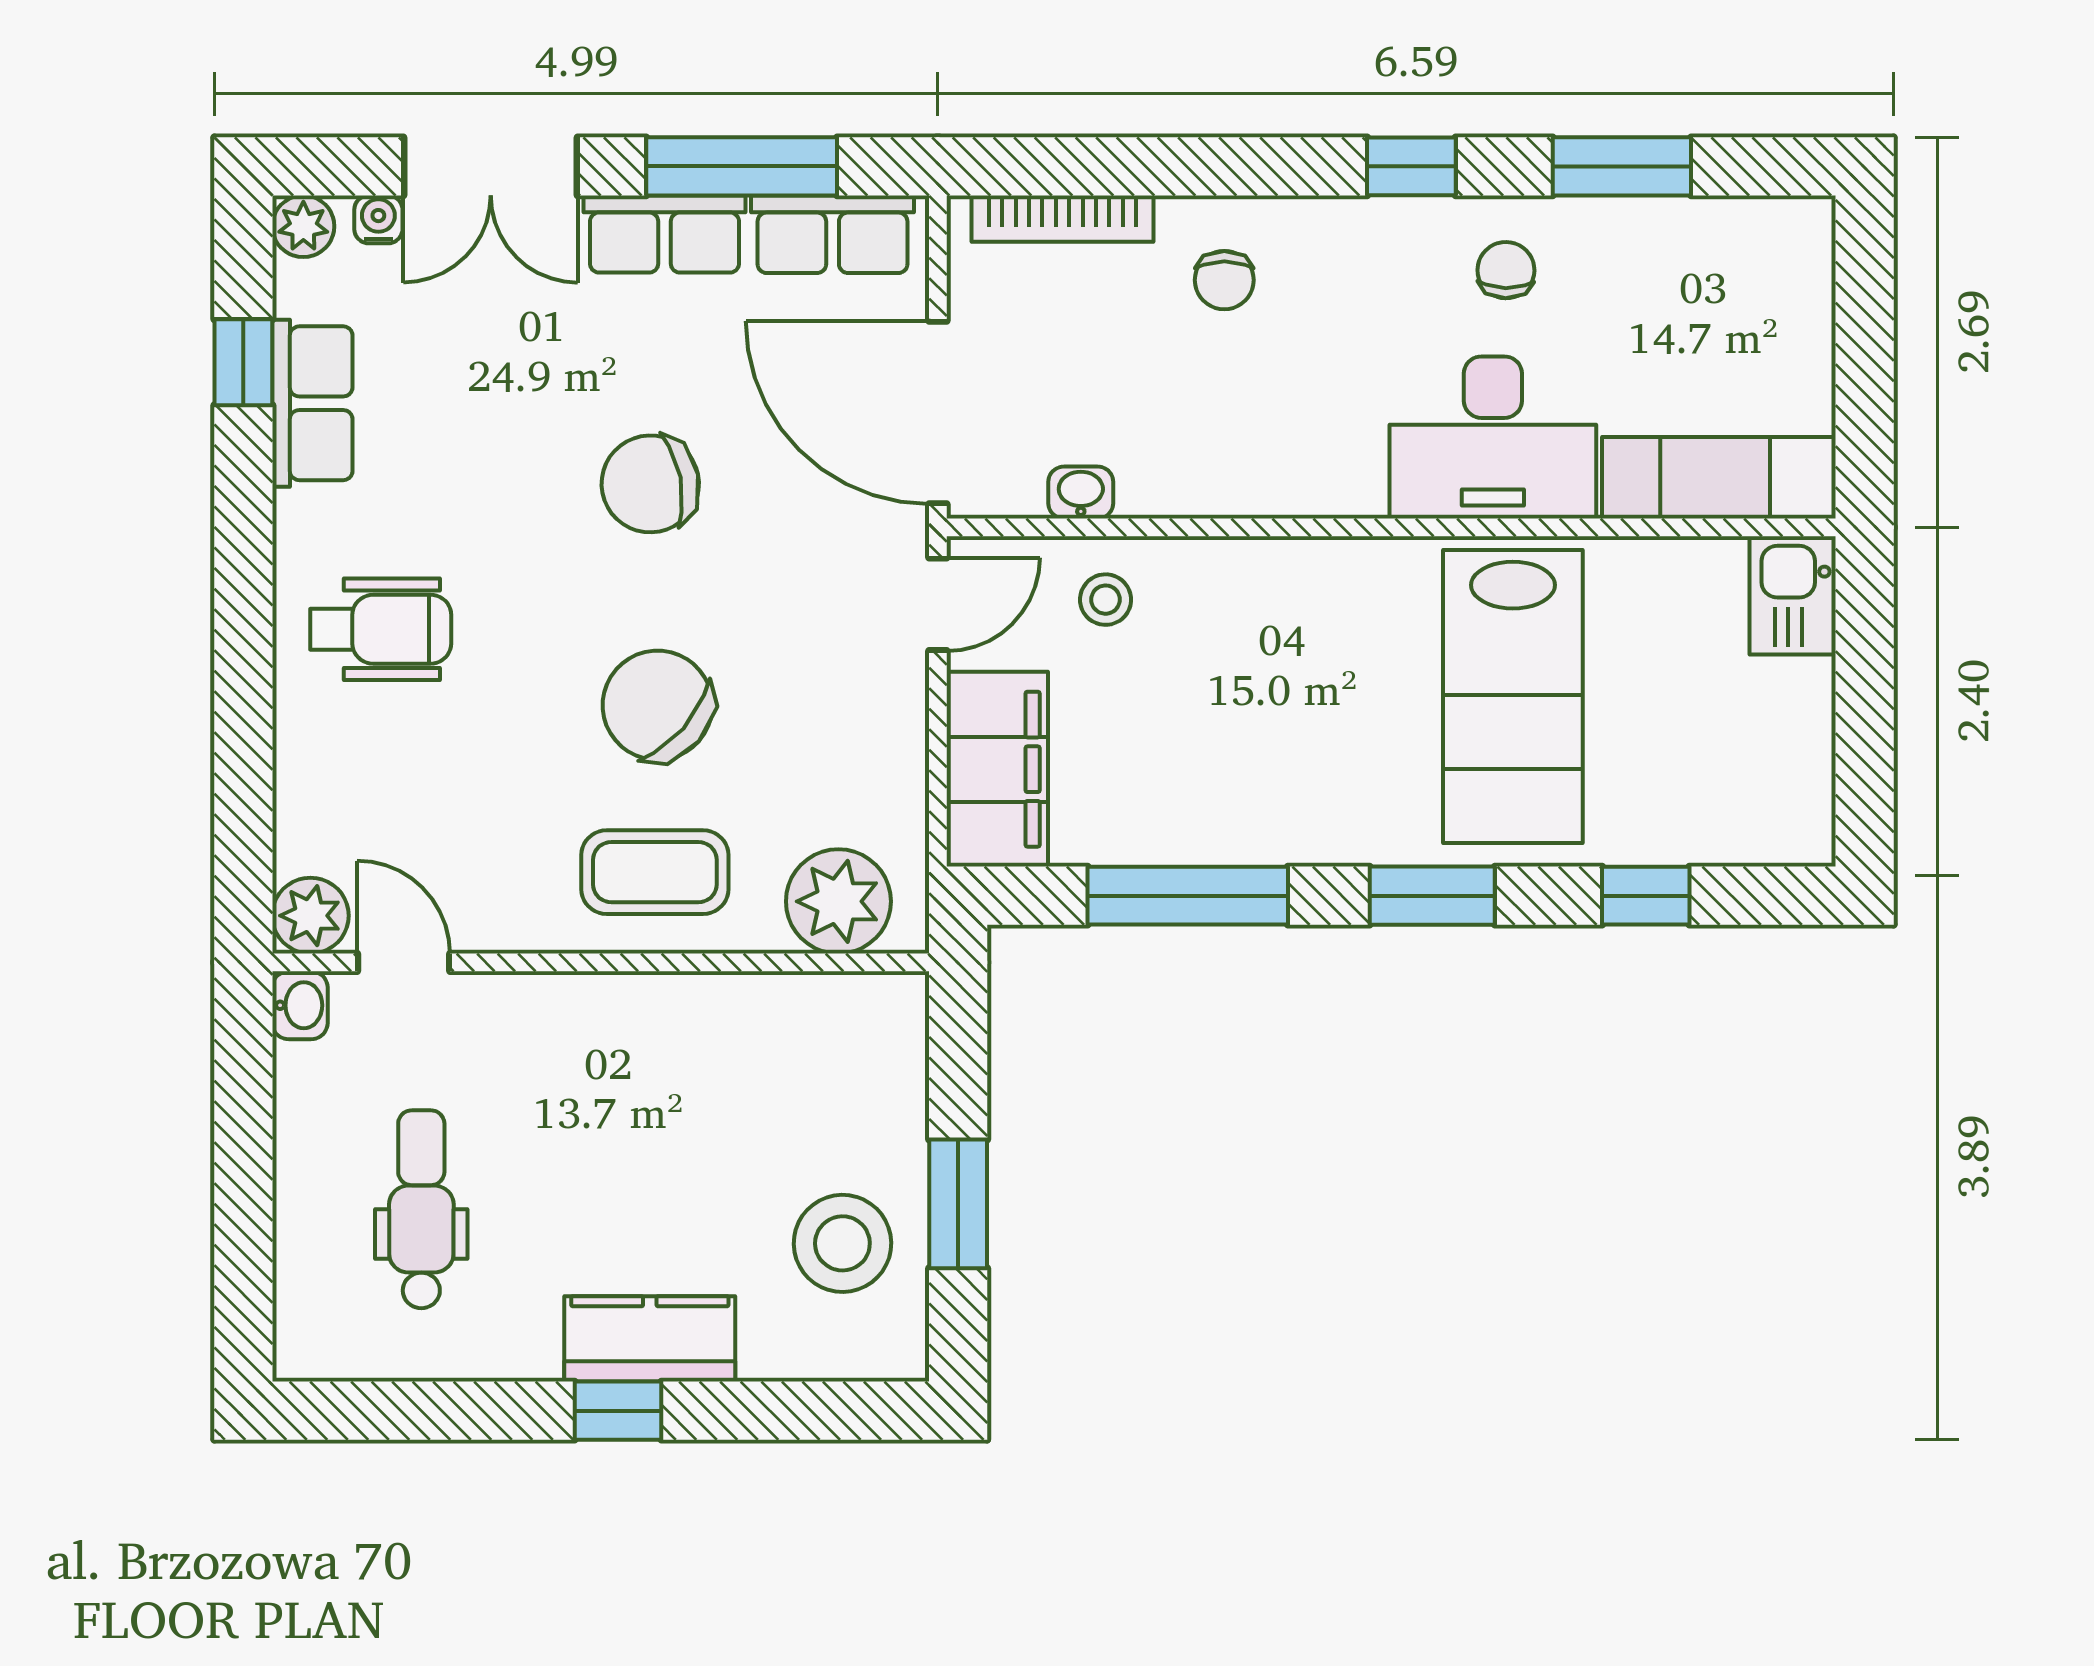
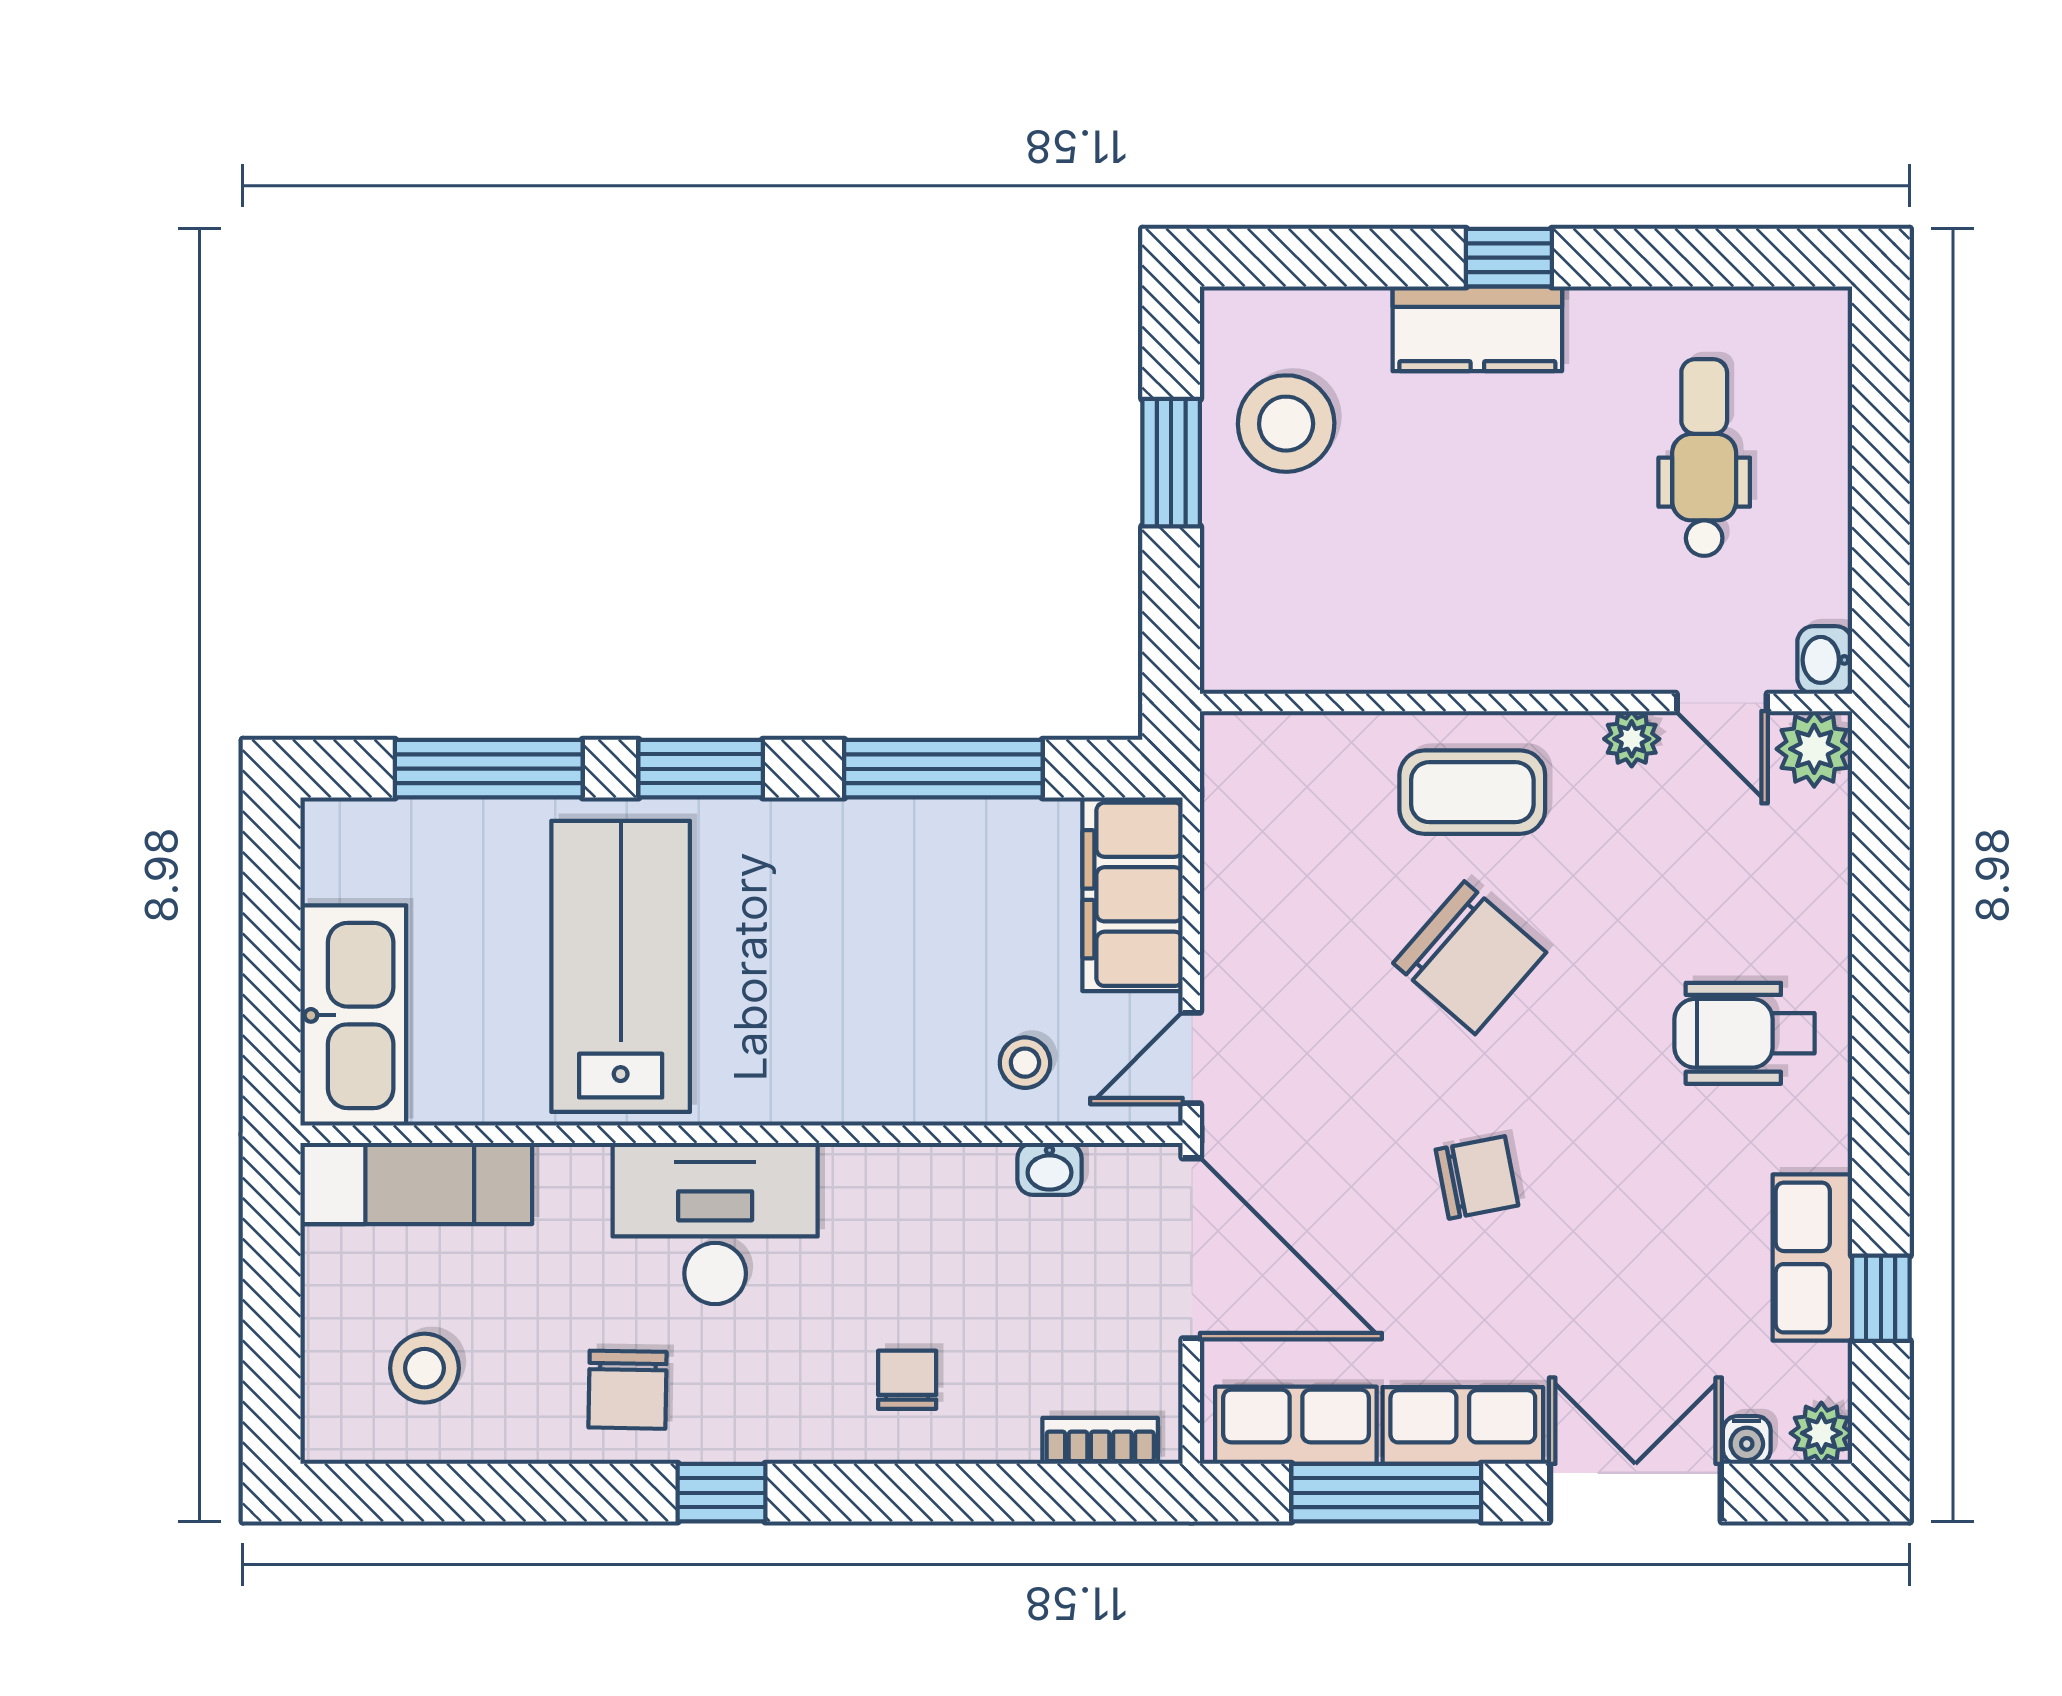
window: (1622, 166) -> (512, 1493), removed
bookcase: (1062, 219) -> (1100, 1441), width x0.64
chair: (1506, 270) -> (628, 1390), width x1.37, depth x1.37
stool: (1710, 292) -> (424, 1368), added
desk: (1493, 438) -> (715, 1224), moved
chair: (650, 484) -> (1477, 1177), width x0.73, depth x0.73
kitchen sink: (1793, 595) -> (353, 1015), width x1.87, depth x1.24
window: (1646, 896) -> (489, 769), width x2.17
plant: (838, 901) -> (1632, 739), moved, width x0.53, depth x0.53
dental chair: (421, 1209) -> (1704, 458), turned 180

